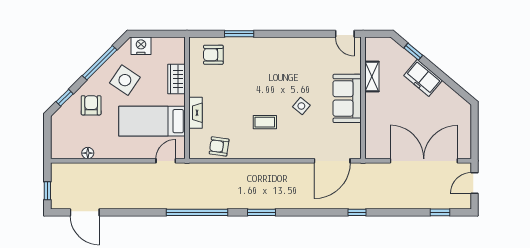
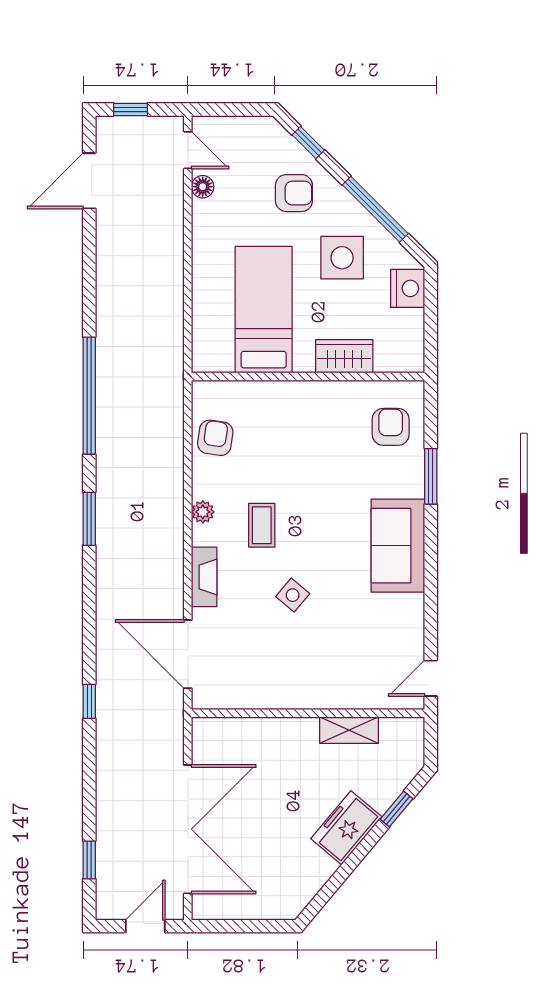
side table: (125, 80) -> (342, 258), turned -34
sofa: (347, 98) -> (398, 546), moved, turned -90
fireplace: (196, 113) -> (204, 577), moved, turned -90
plant: (258, 153) -> (203, 512), added
door: (166, 161) -> (188, 150), moved
door: (474, 183) -> (145, 926), hinge flipped

